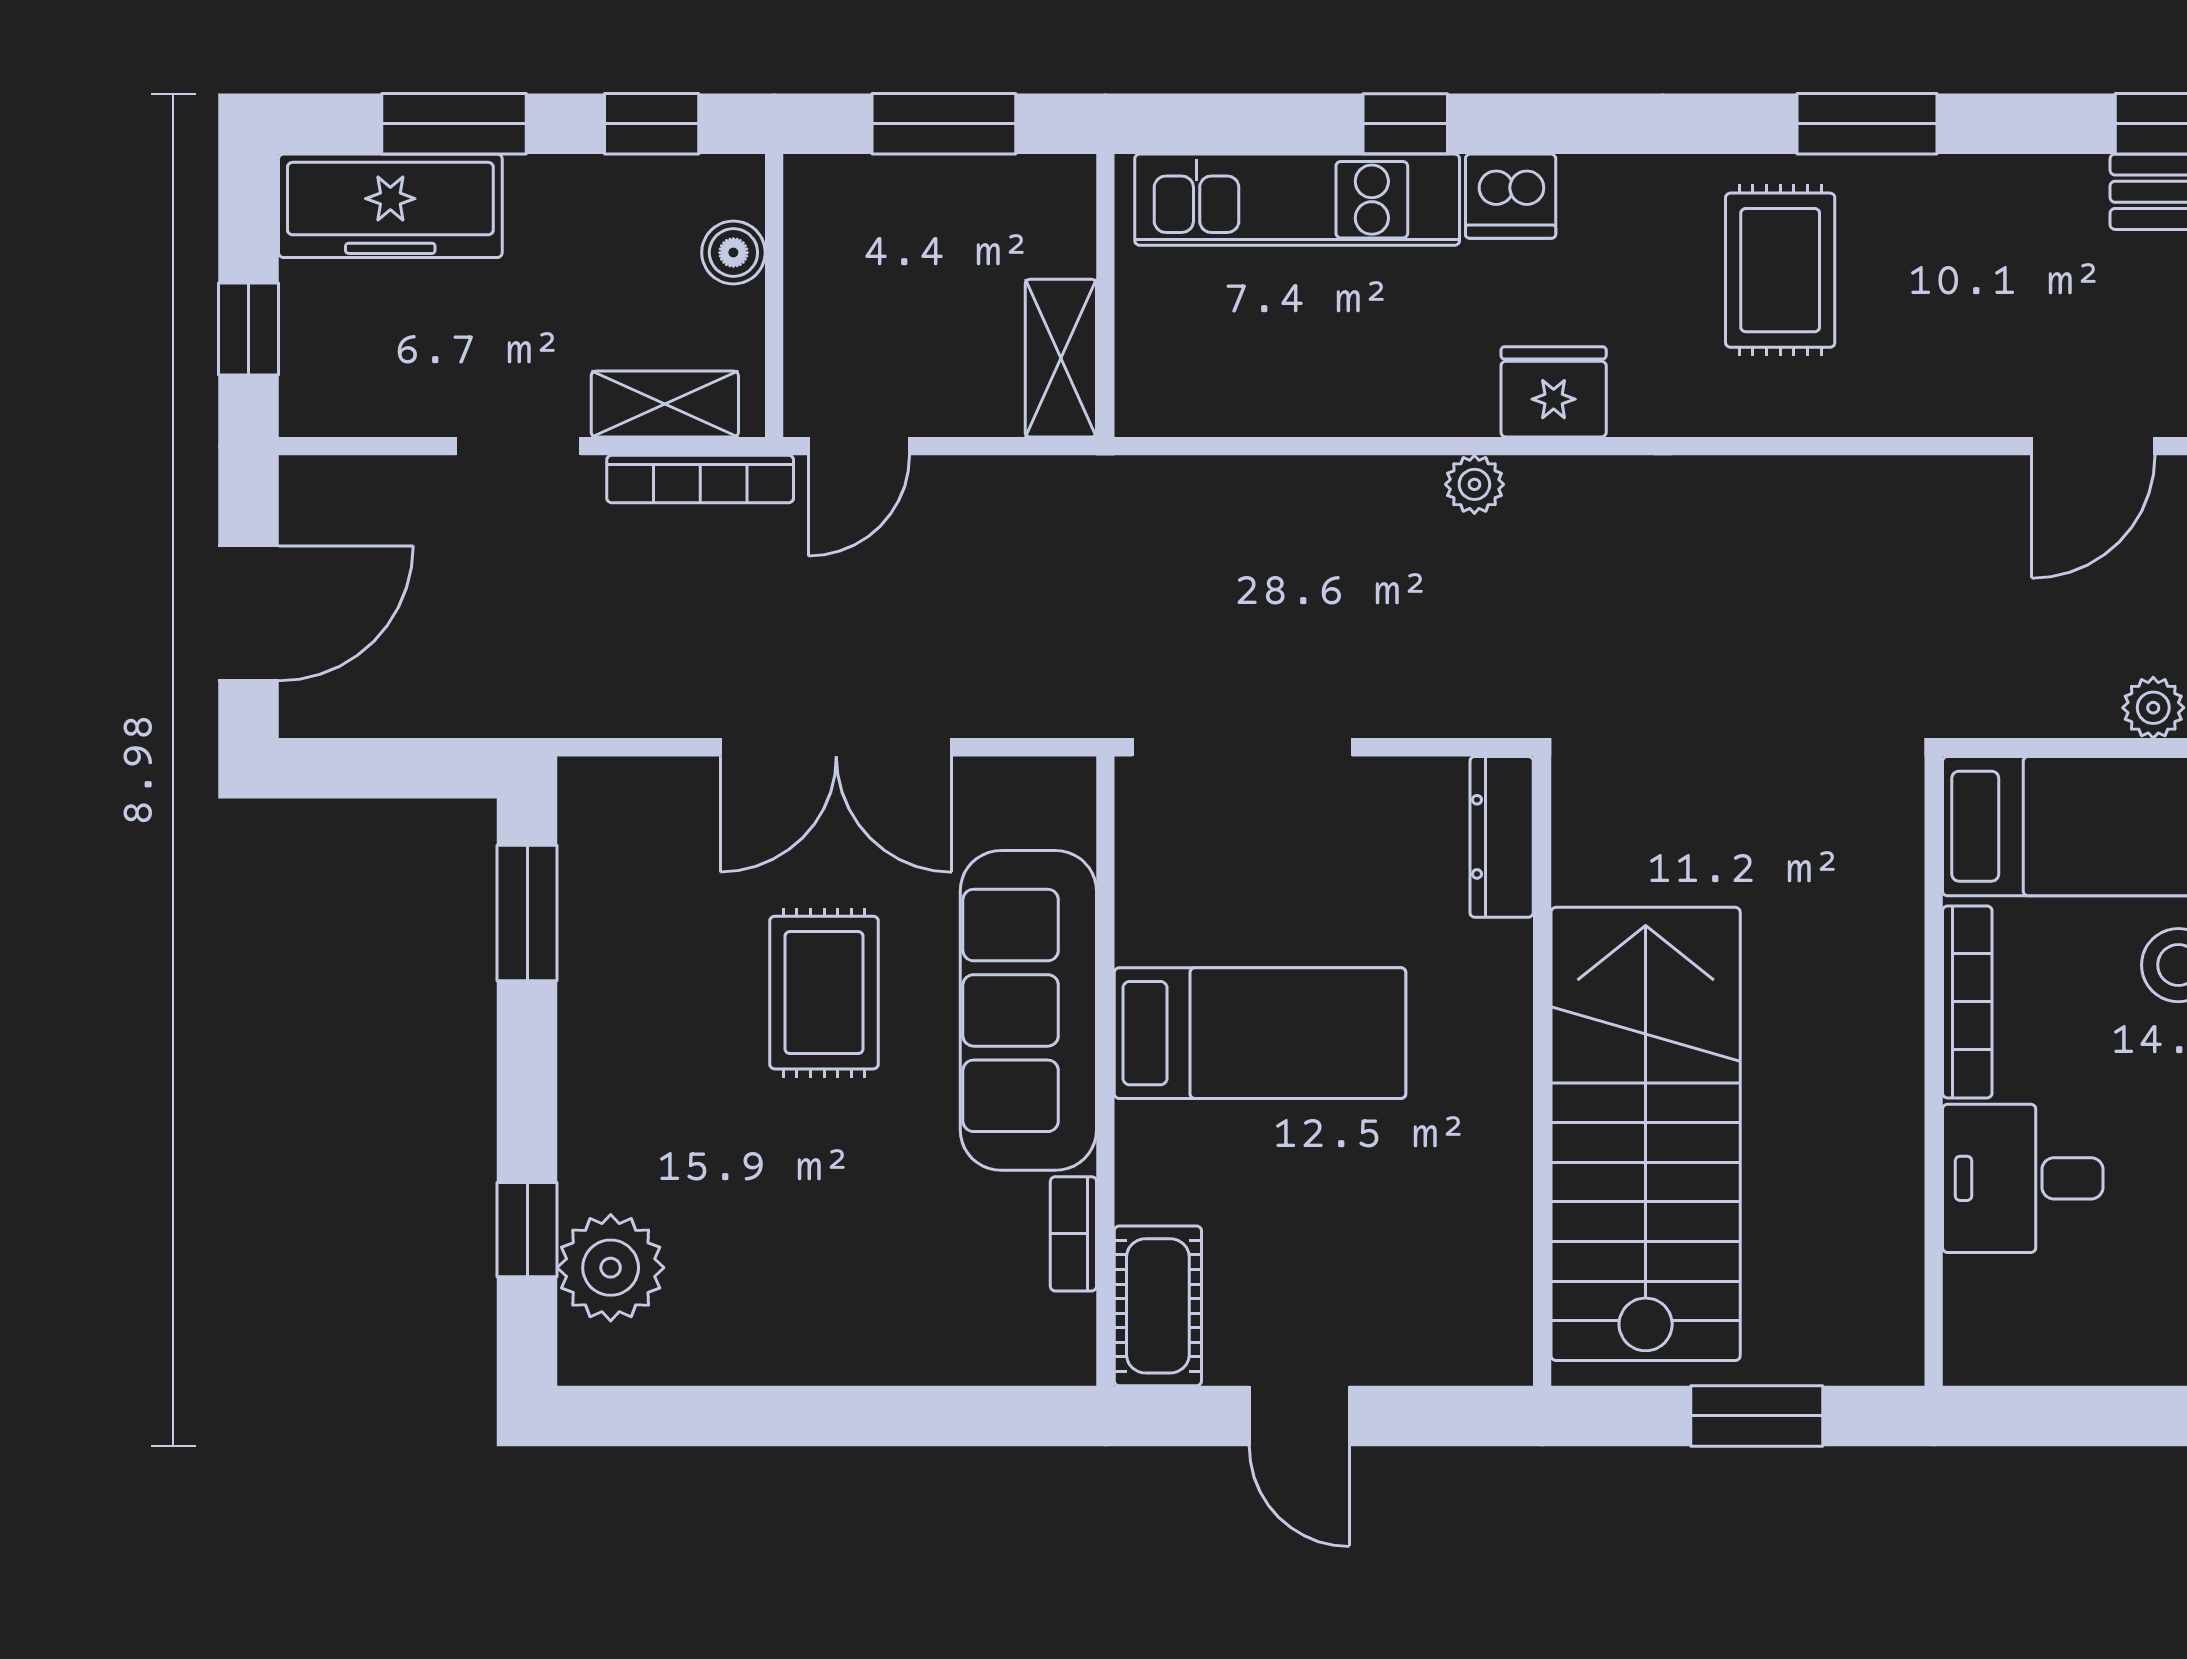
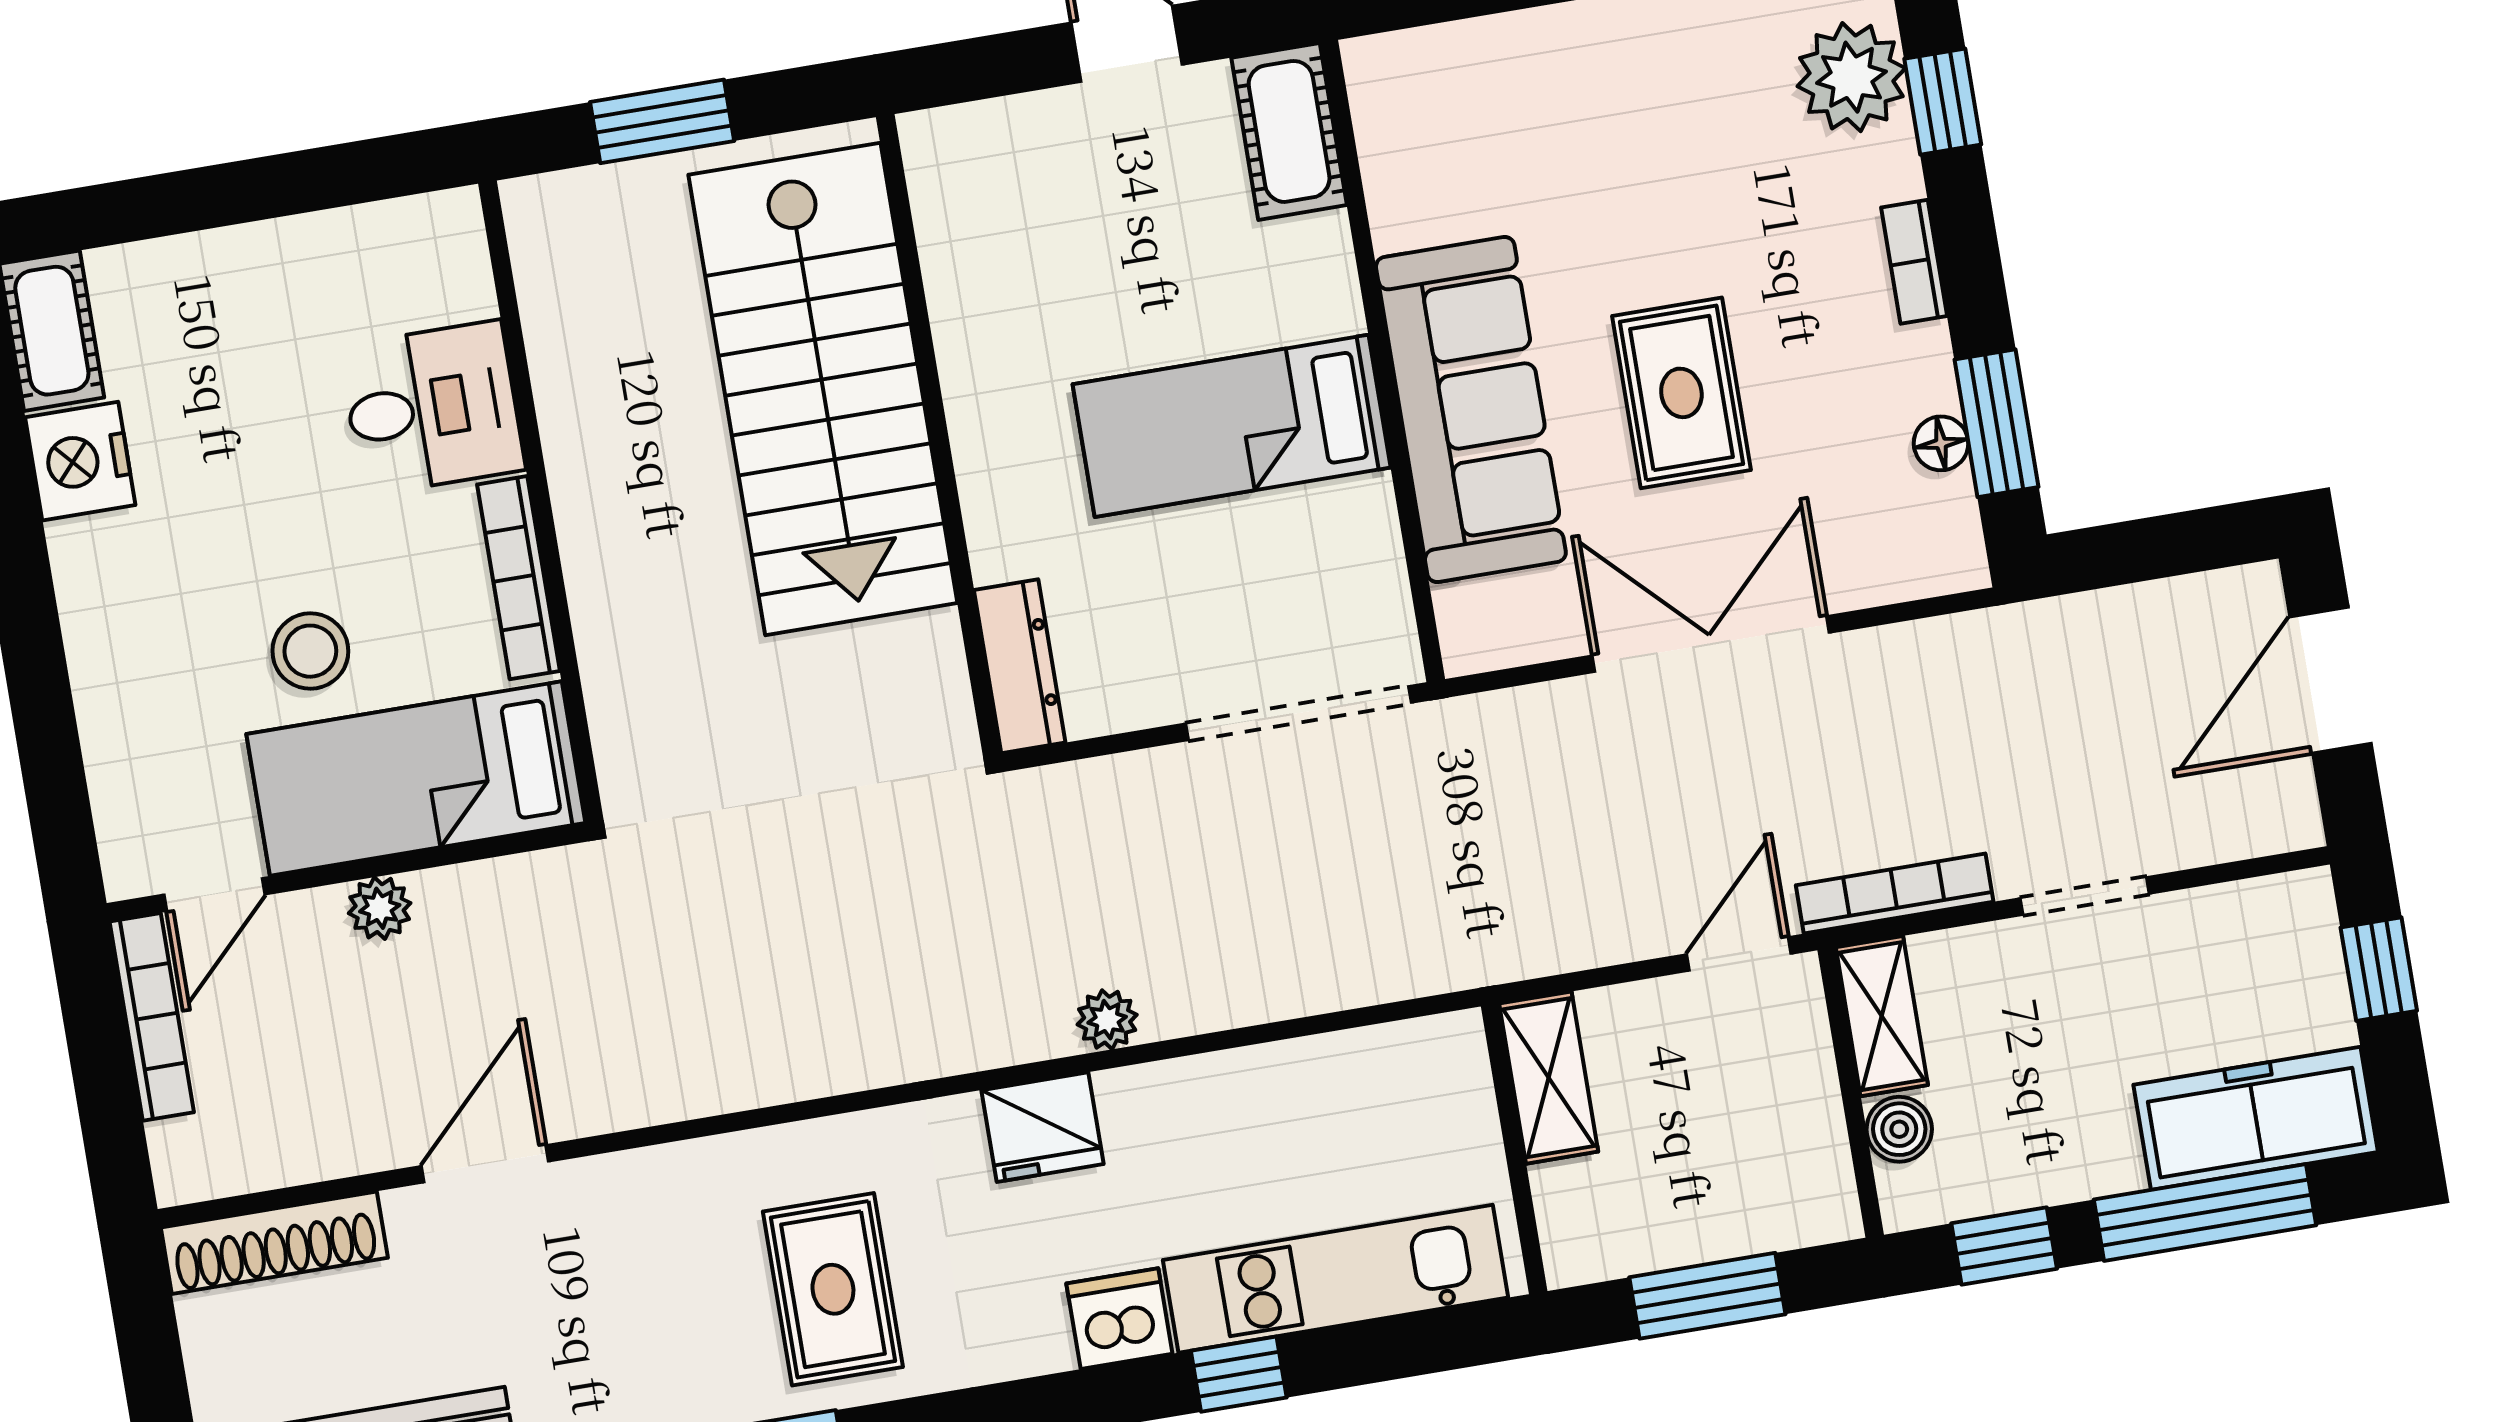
window: (454, 124) -> (2205, 1212), width x1.44
shelving: (665, 404) -> (1882, 1016), moved, turned 90
floor lamp: (584, 903) -> (1941, 443), added
bookcase: (1073, 1234) -> (1914, 262), moved, turned 180

